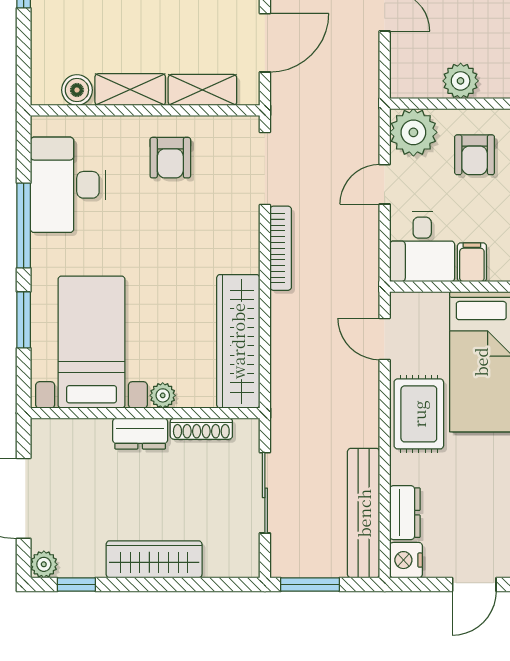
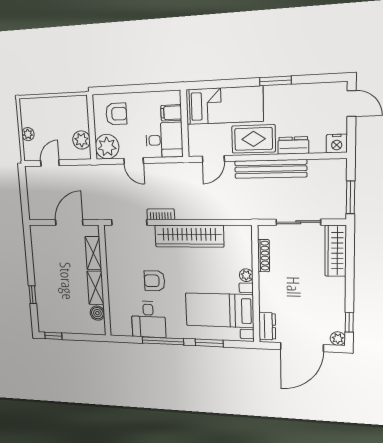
door: (265, 43) -> (69, 223), hinge flipped
plant: (461, 81) -> (81, 140), moved
armchair: (170, 158) -> (155, 281), moved, turned 180
desk: (68, 185) -> (148, 319), width x0.73
bookcase: (281, 248) -> (161, 214), width x0.64
wardrobe: (238, 341) -> (189, 236), moved
dresser: (140, 434) -> (267, 326), moved
bench: (364, 513) -> (271, 169), moved
dresser: (405, 513) -> (293, 145), moved
wardrobe: (154, 559) -> (336, 251), moved

